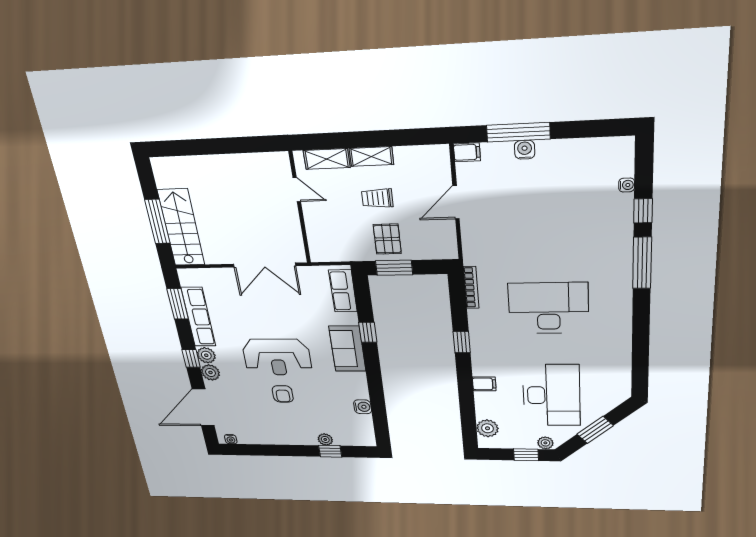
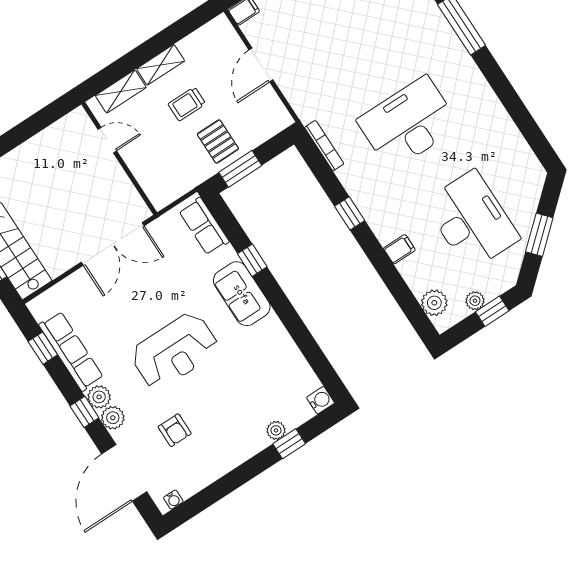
window: (178, 304) -> (43, 348), width x0.67
armchair: (283, 394) -> (175, 430), moved
water cooler: (363, 407) -> (320, 400), moved
plant: (545, 443) -> (475, 301), moved

